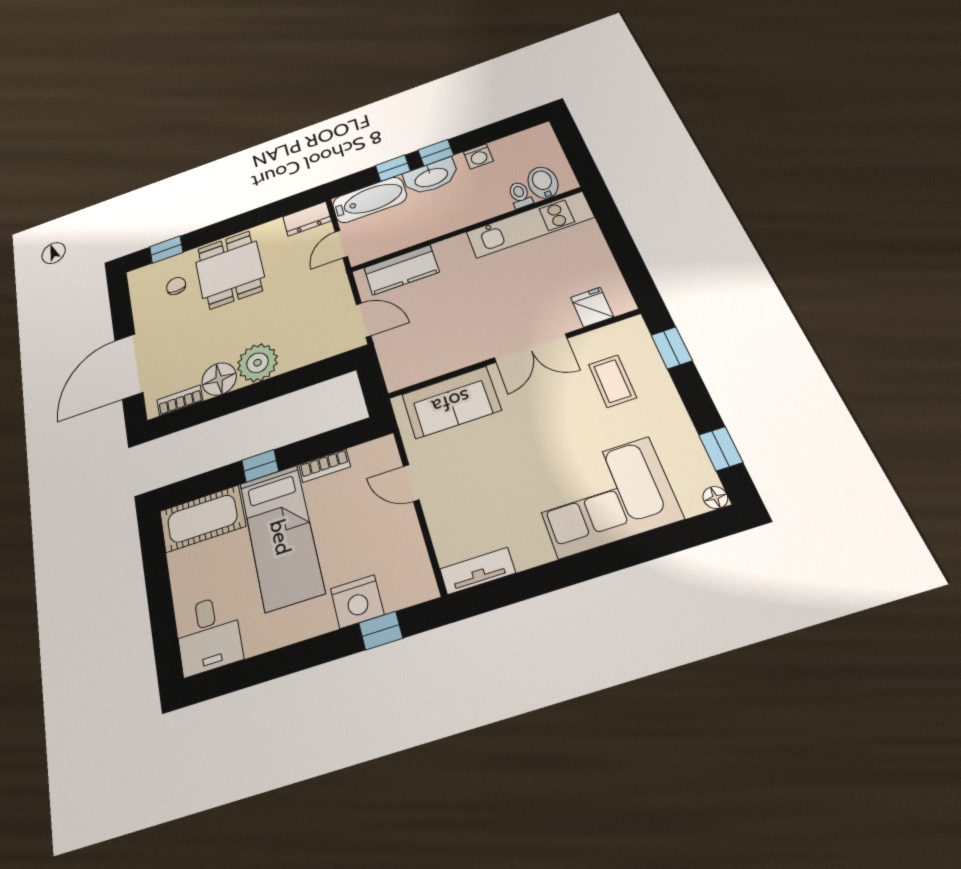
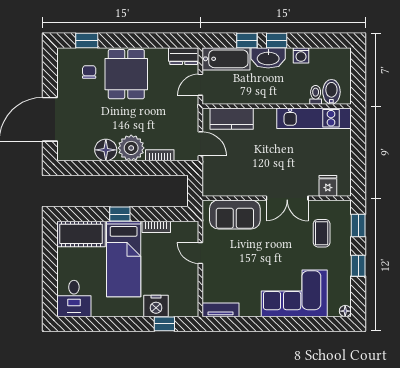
bookcase: (180, 400) -> (160, 155), moved
window: (721, 449) -> (358, 266), moved

